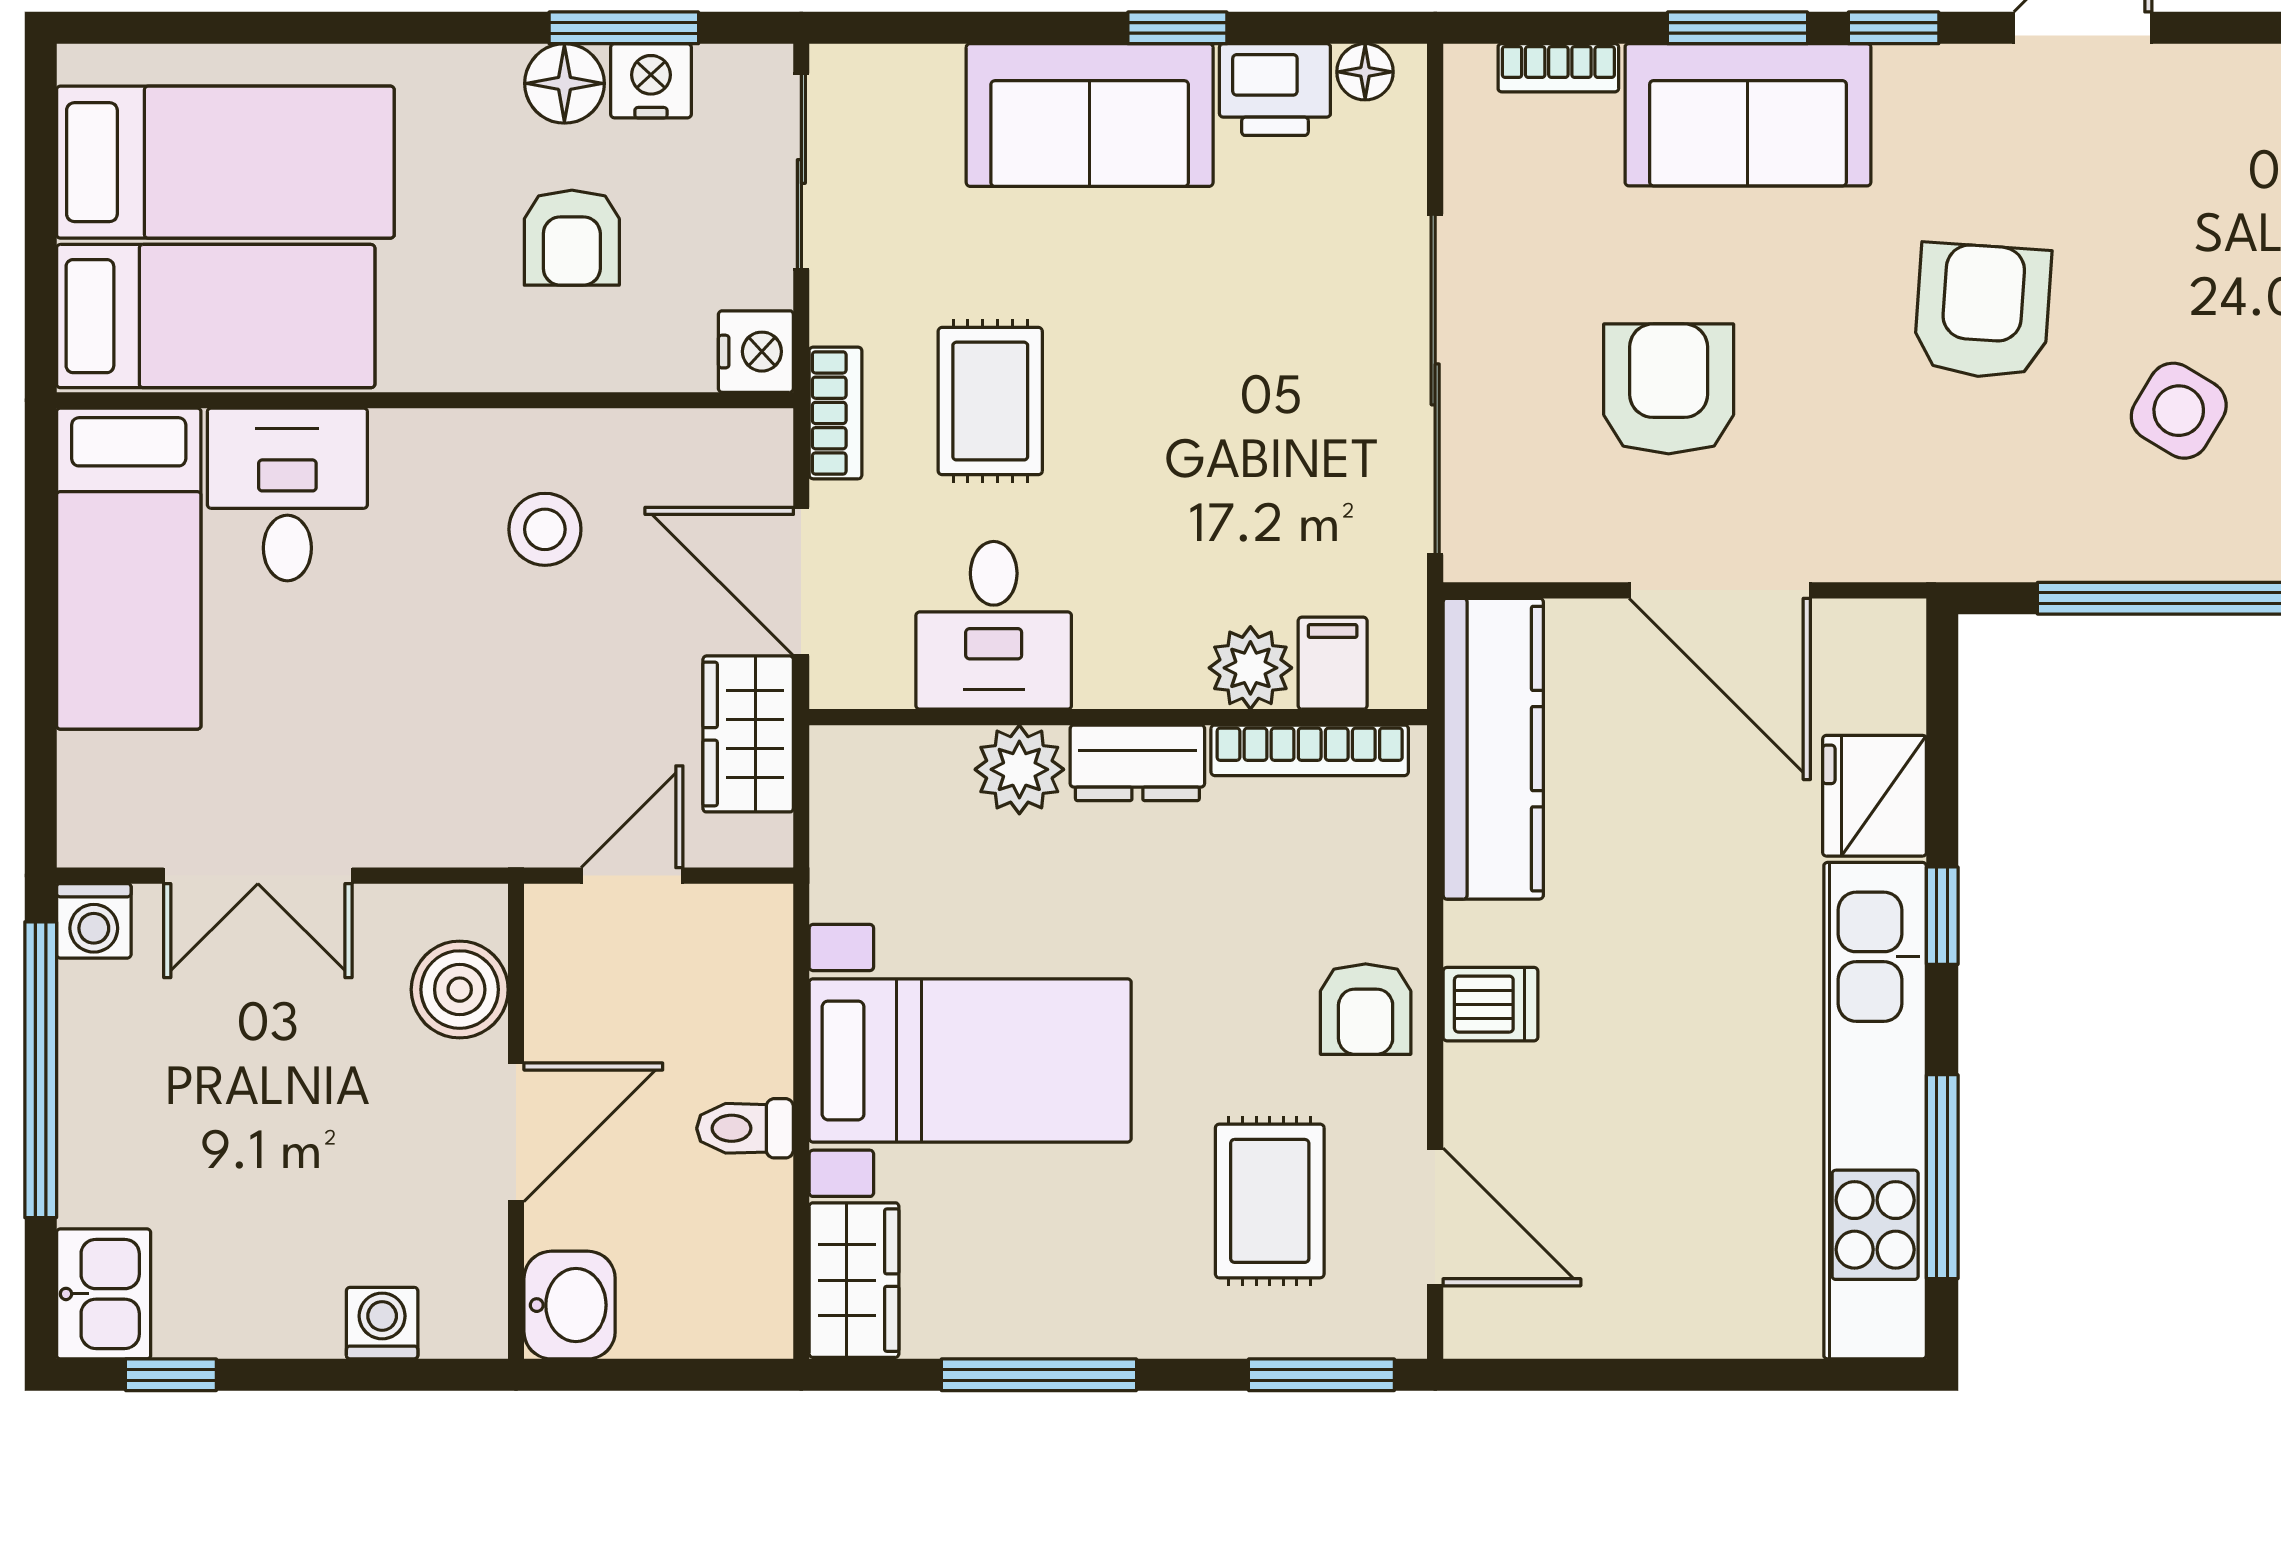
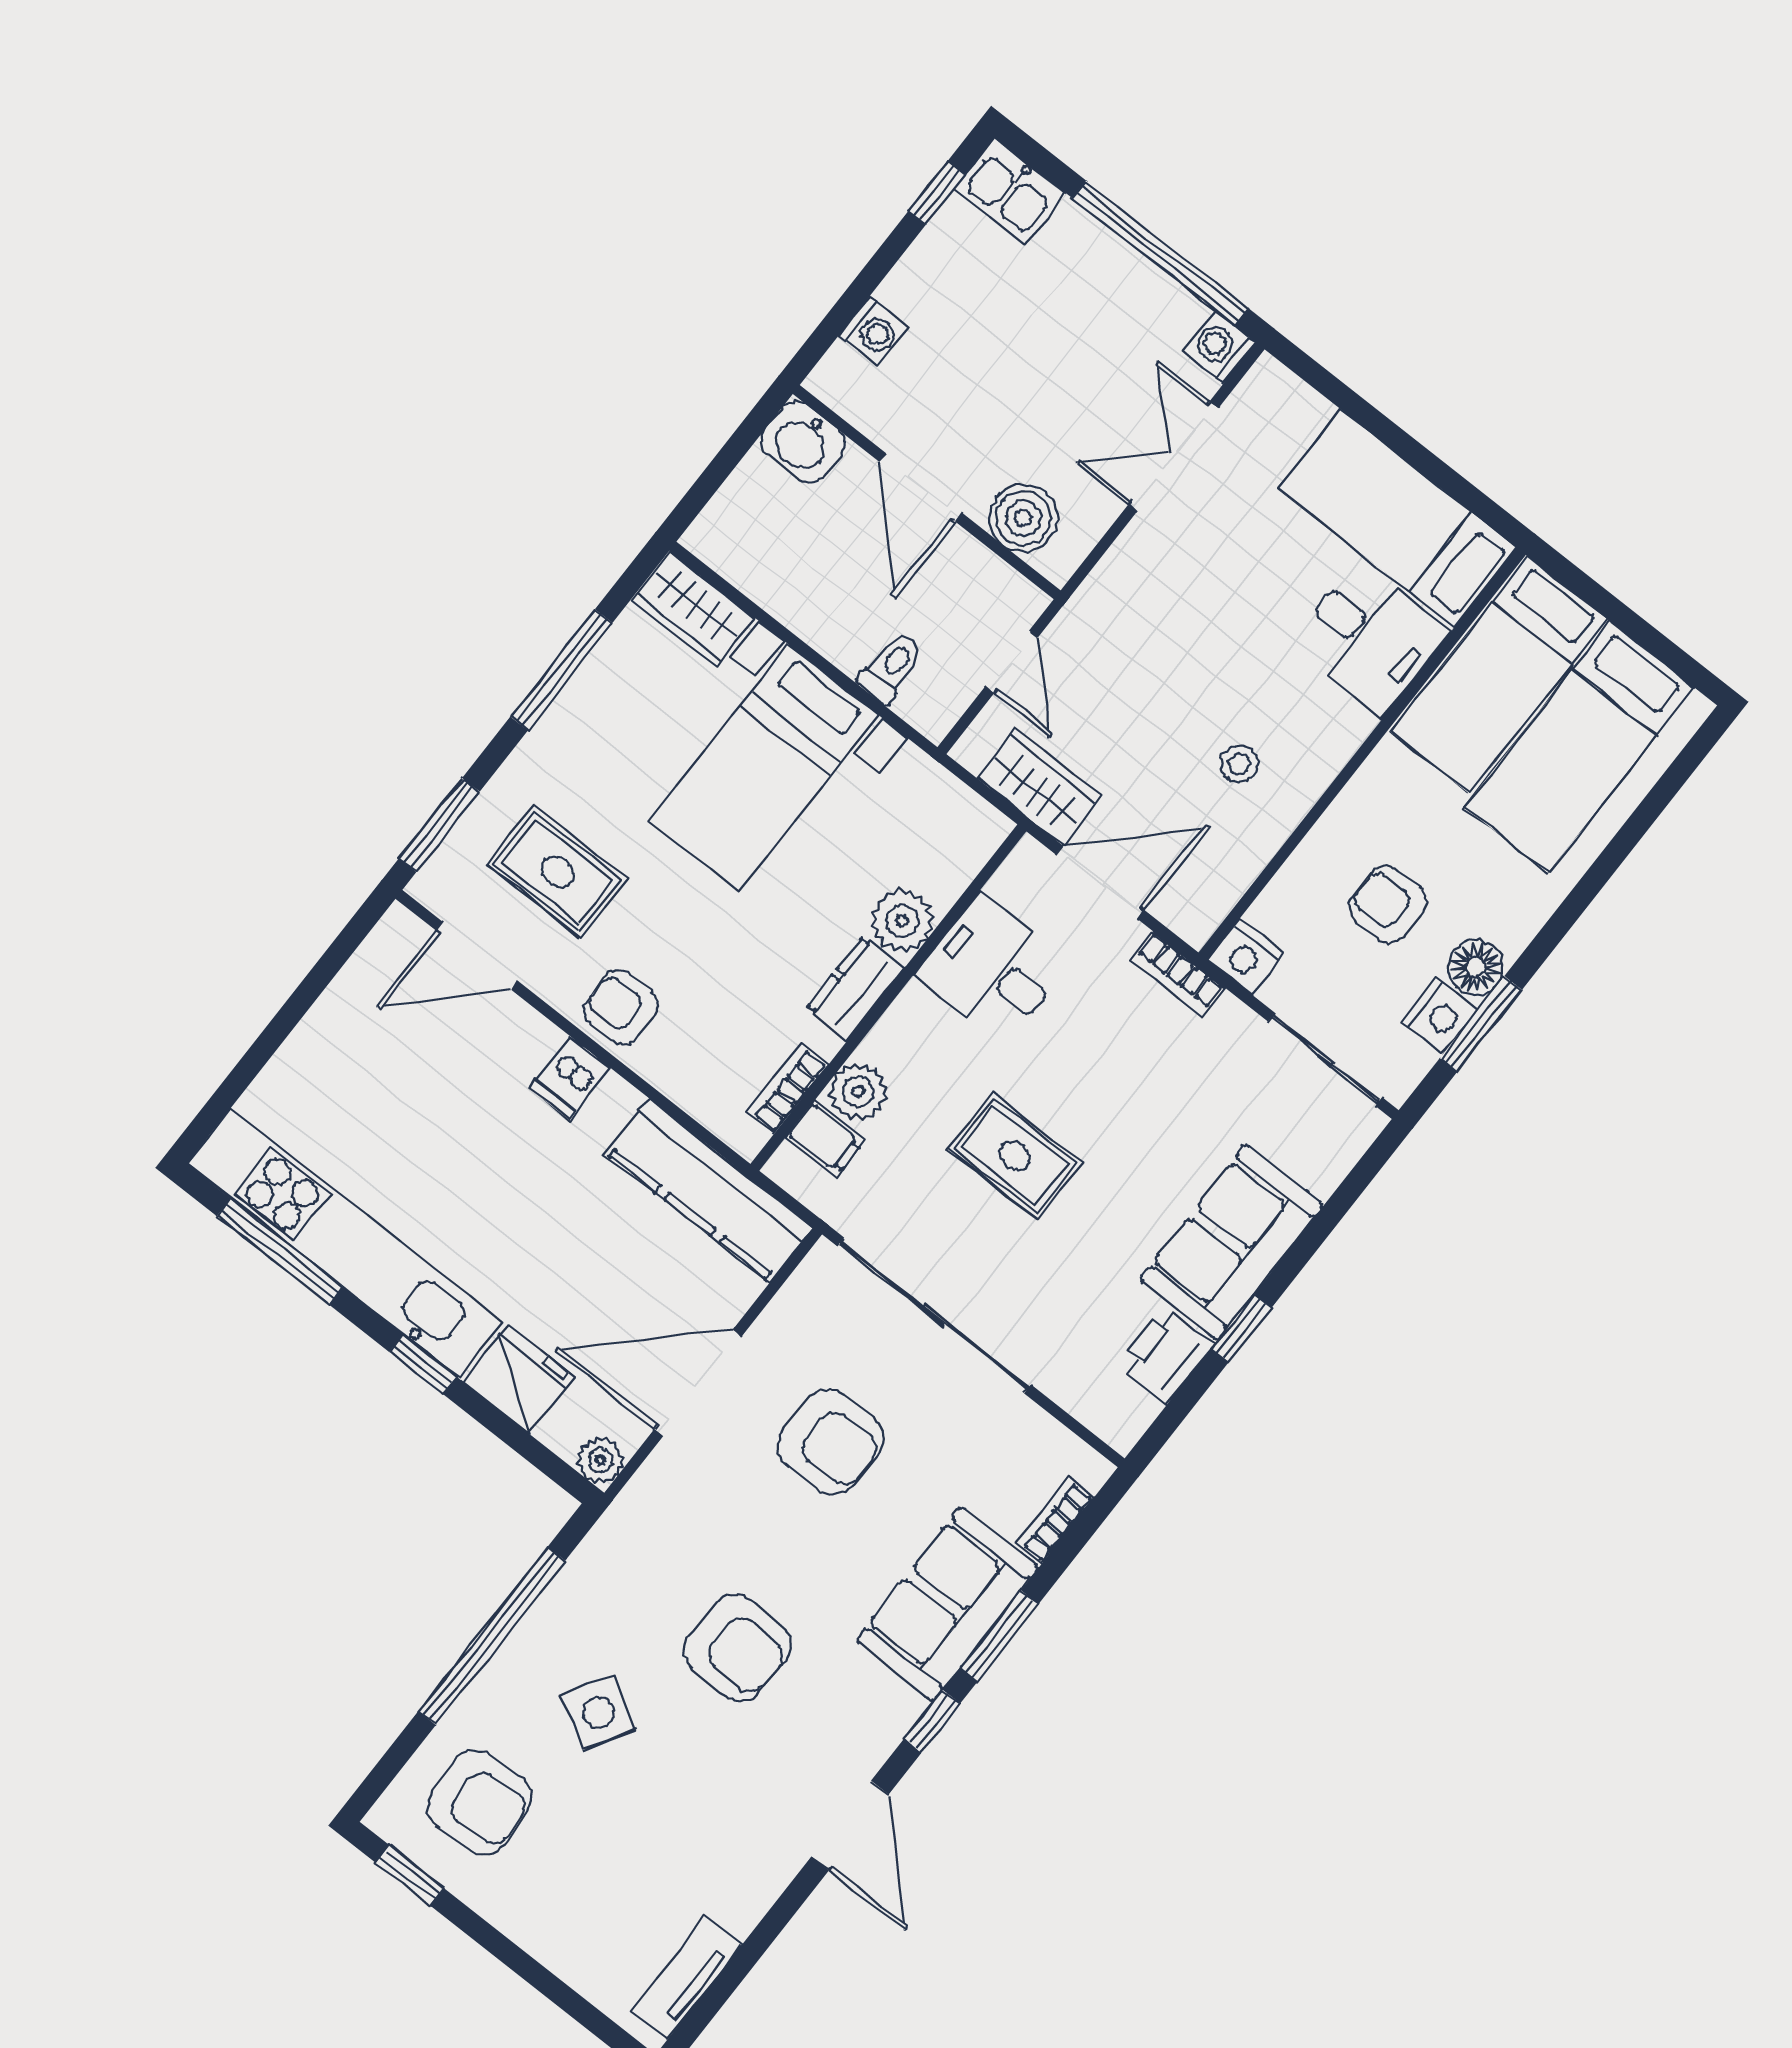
floor lamp: (1365, 72) -> (1136, 1412), removed
rug: (990, 401) -> (1015, 1156), moved
stool: (545, 529) -> (1239, 764), width x0.73, depth x0.73
plant: (1893, 631) -> (600, 1460), added
bookcase: (1310, 750) -> (787, 1088), width x0.64
toilet: (745, 1128) -> (891, 668), moved

